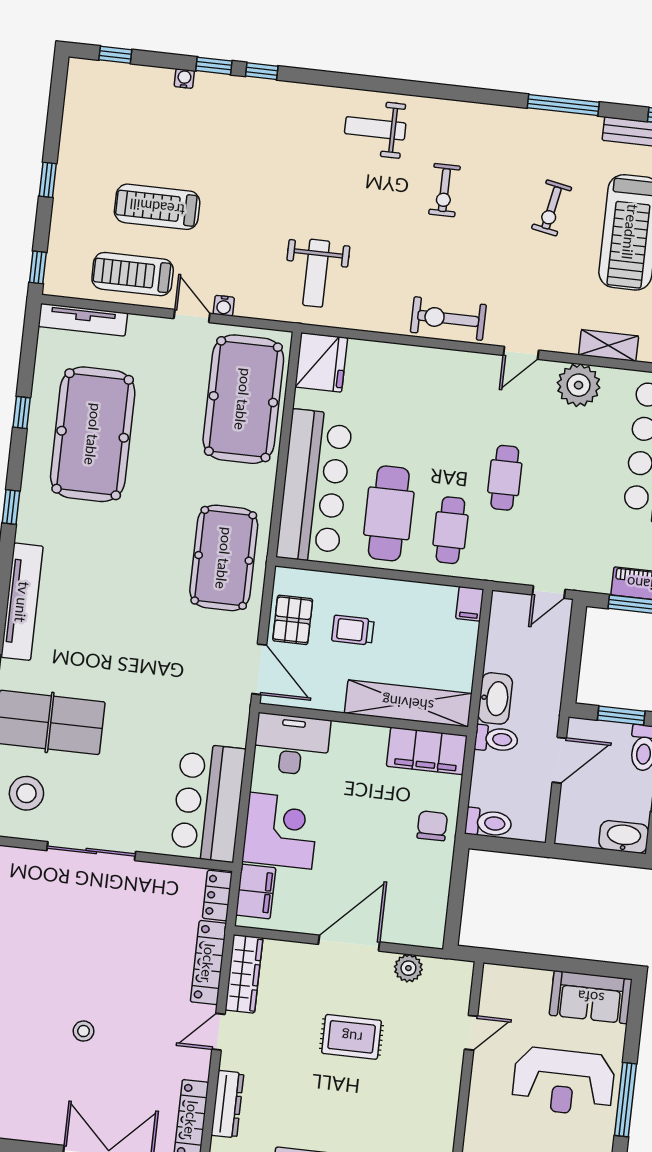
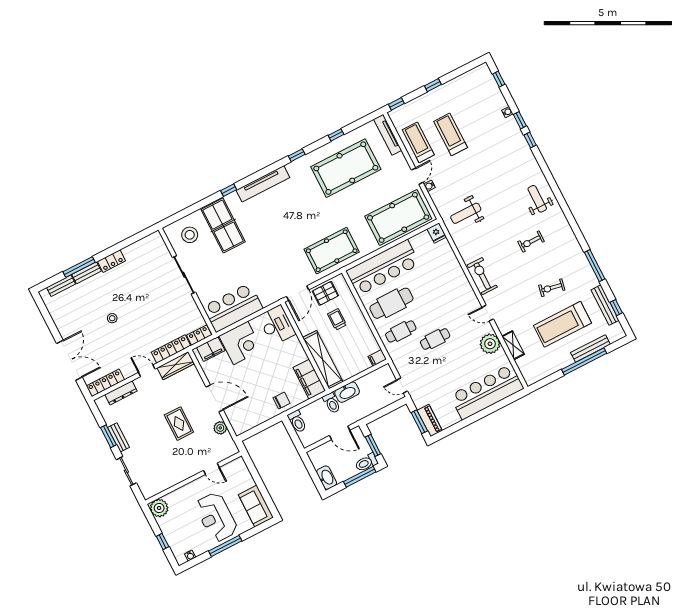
fridge: (321, 362) -> (437, 233), width x0.53, depth x0.75

